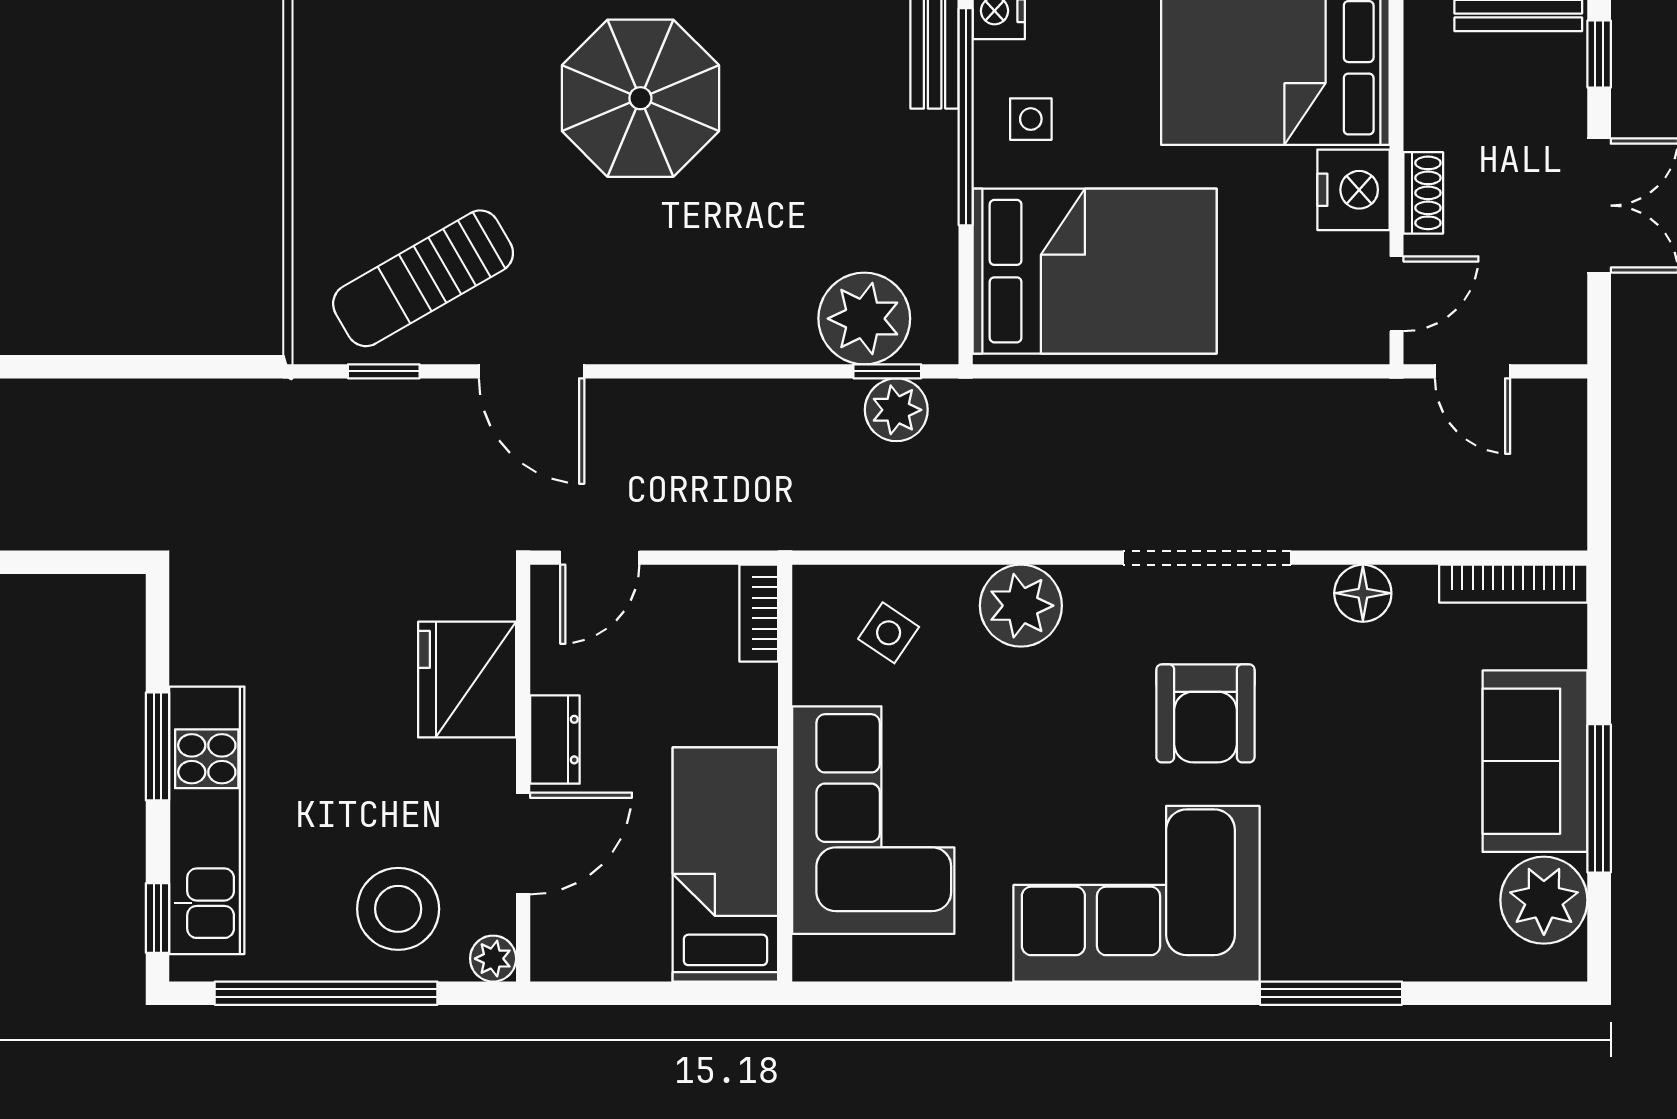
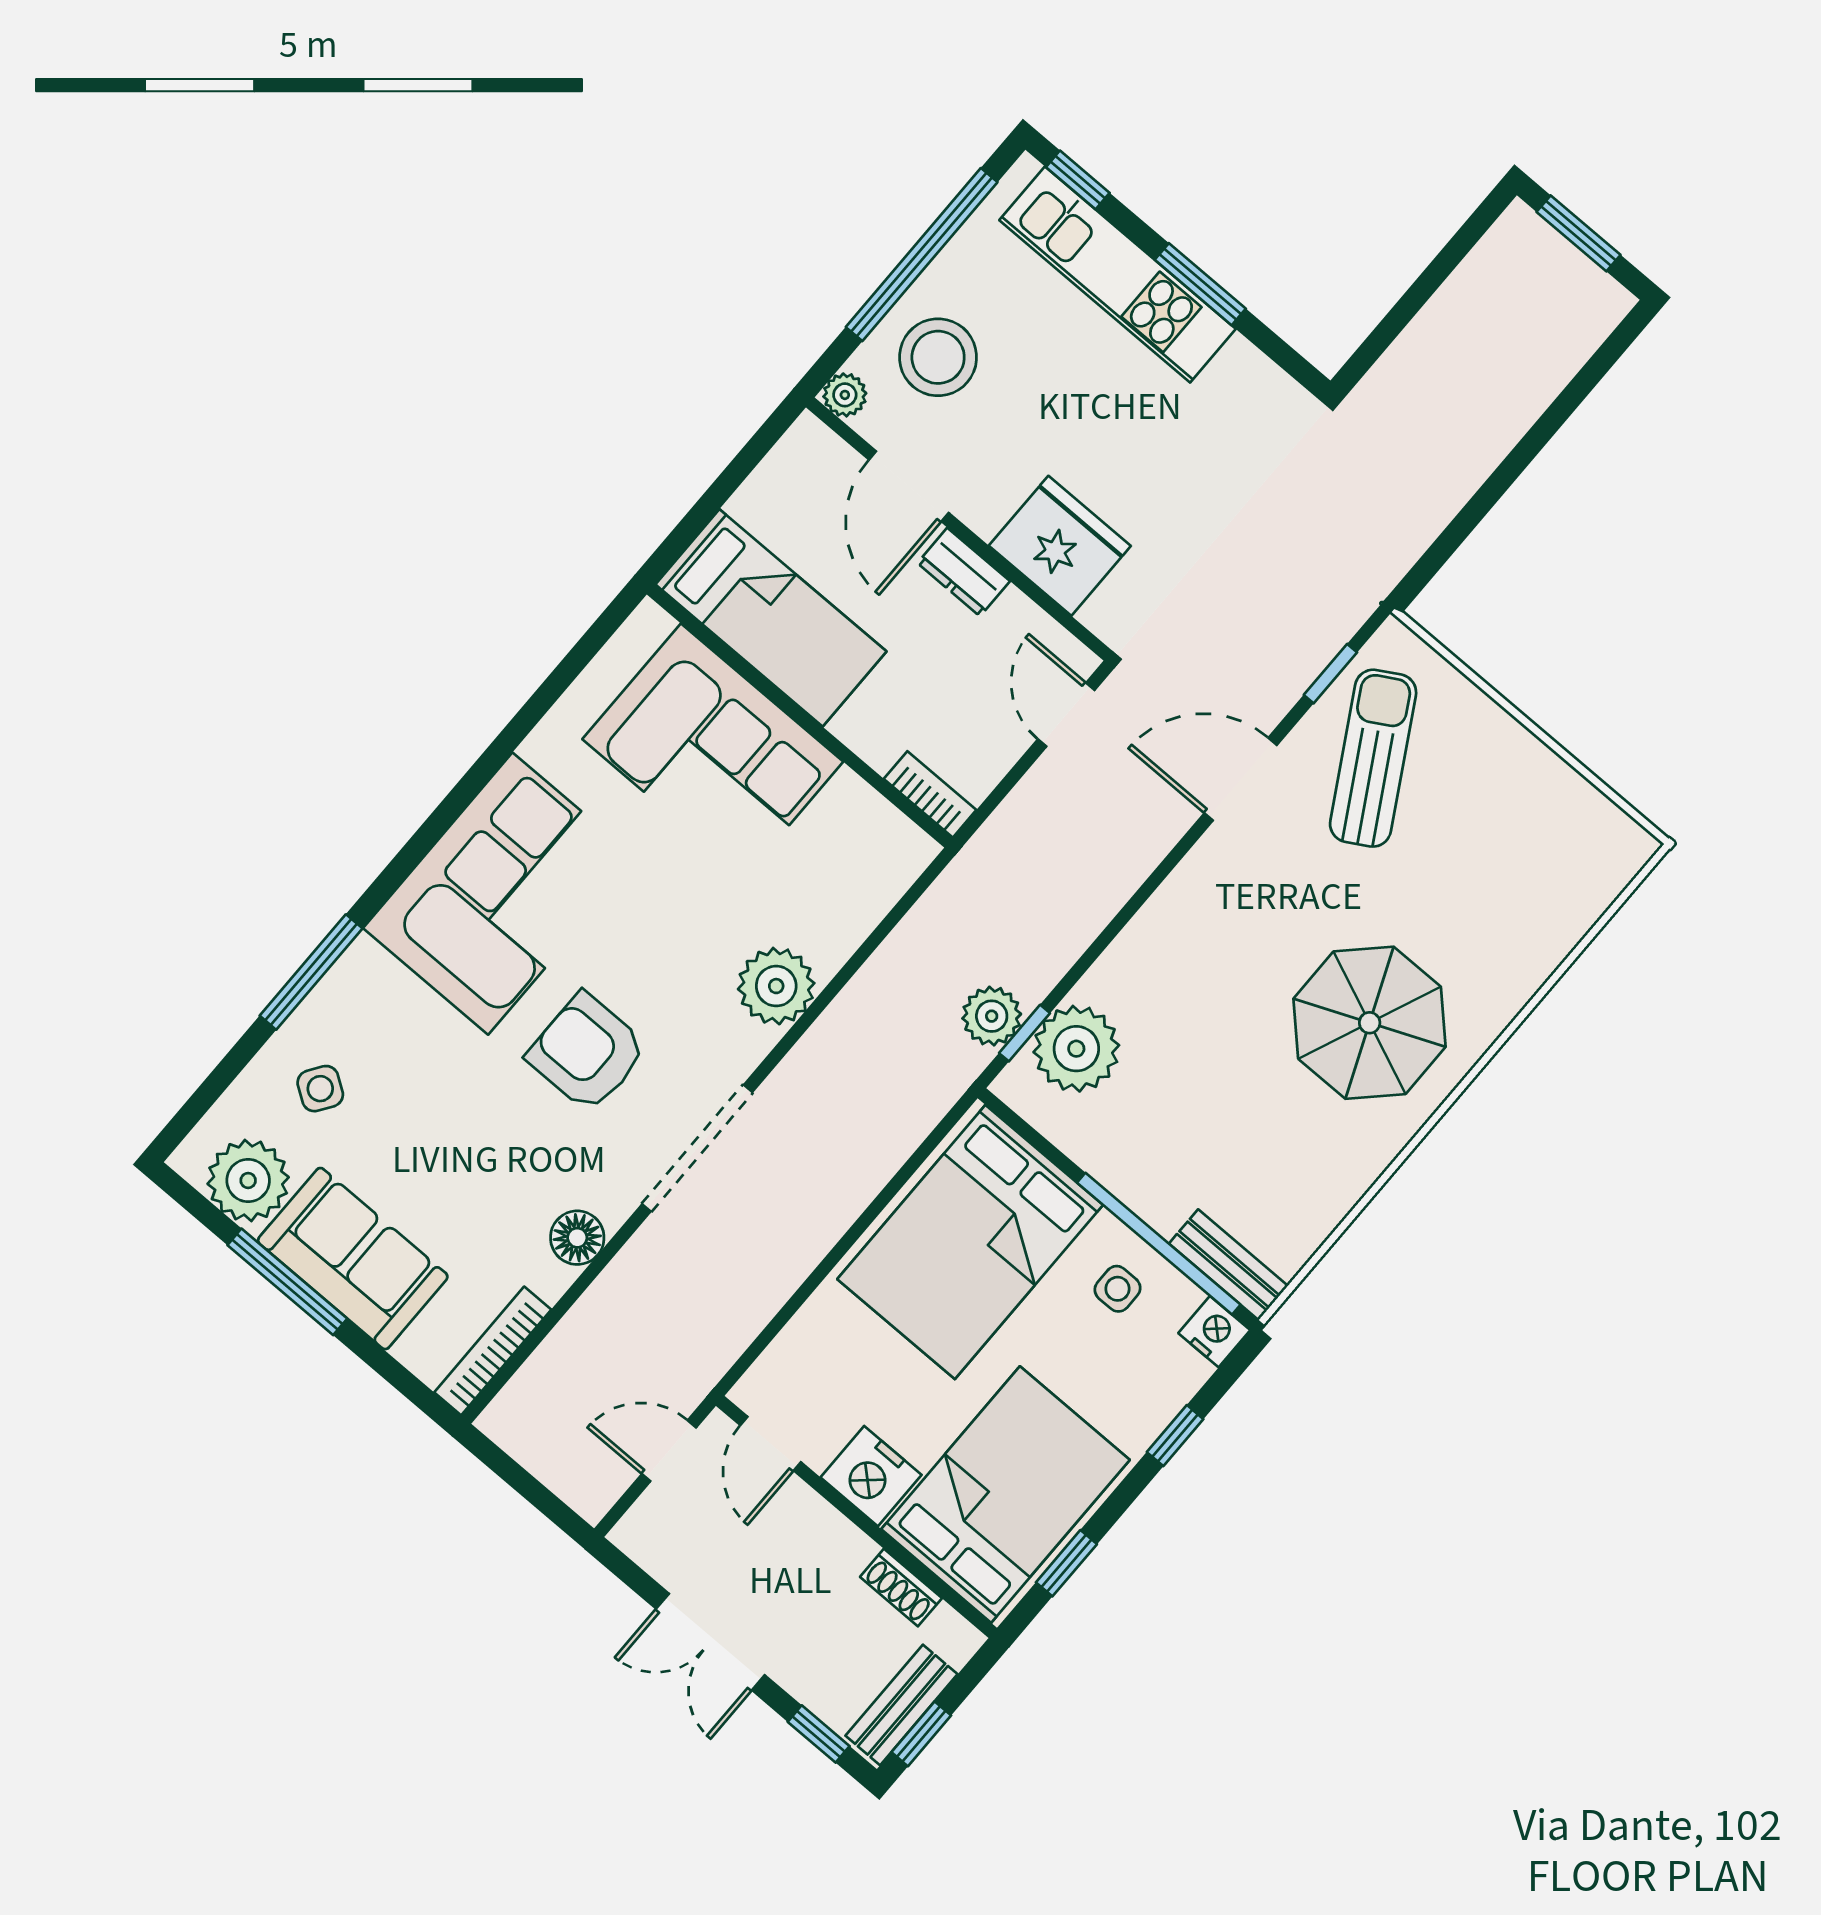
shoe rack: (1423, 193) -> (901, 1588), moved
side table: (889, 633) -> (320, 1089), moved

